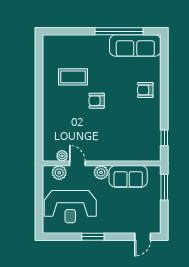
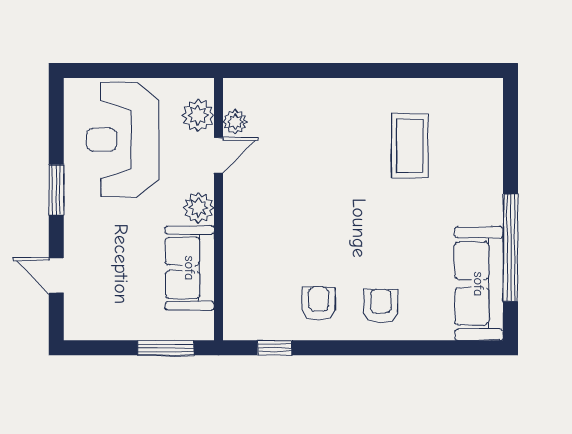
armchair: (97, 101) -> (319, 304), moved
door: (143, 237) -> (56, 276), moved

